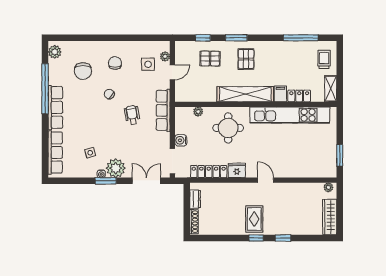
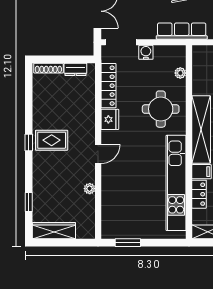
plant: (328, 187) -> (90, 189), moved
window: (283, 238) -> (29, 202), moved

